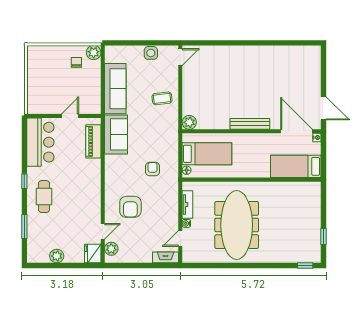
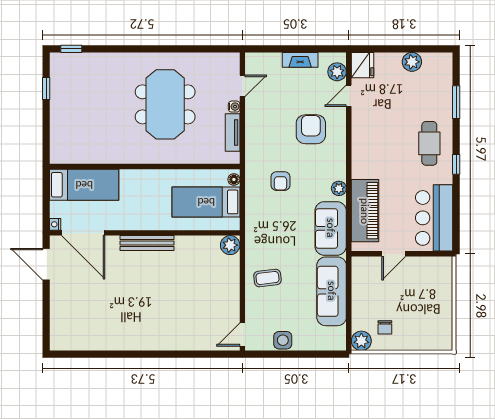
piano: (93, 141) -> (365, 211), width x1.37, depth x1.33
plant: (110, 164) -> (339, 188), added
meeting table: (237, 225) -> (165, 104), width x0.73
fireplace: (166, 257) -> (300, 60), moved

